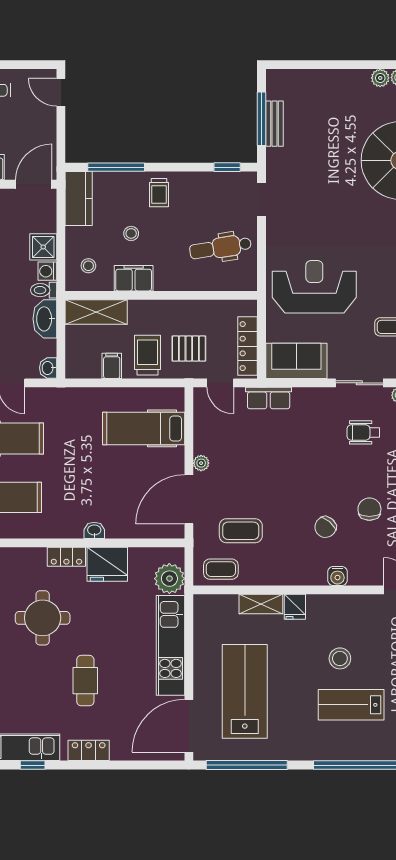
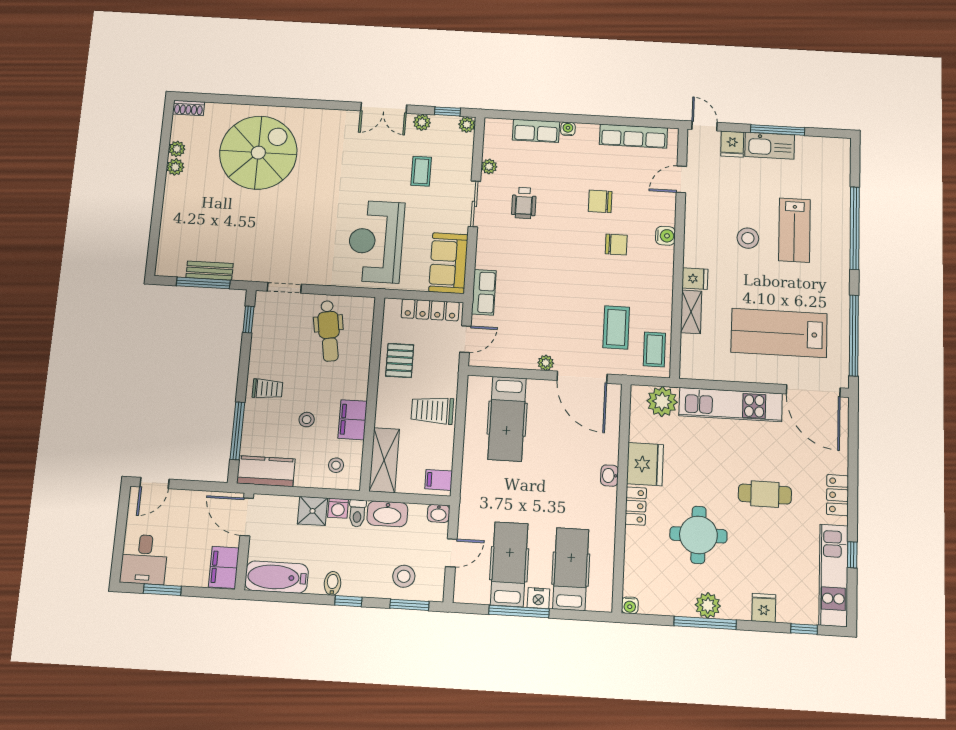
pallet: (189, 349) -> (400, 360), moved
filing cabinet: (112, 366) -> (439, 480), moved
chair: (325, 527) -> (616, 245), turned -40

